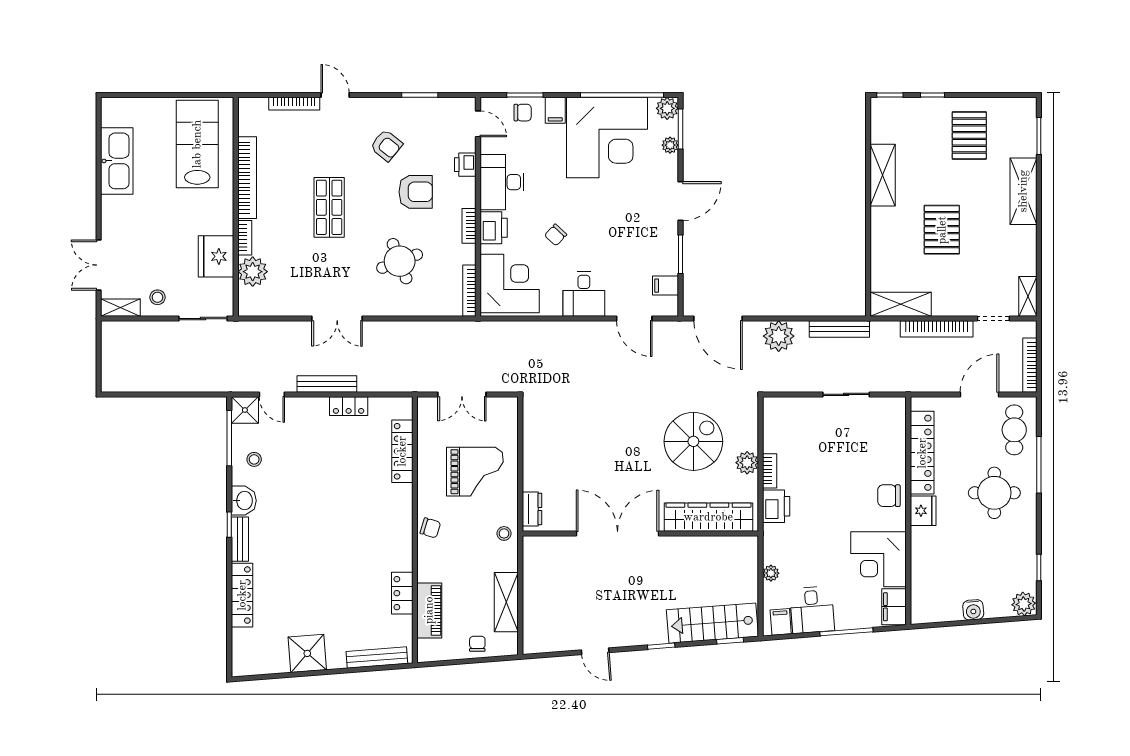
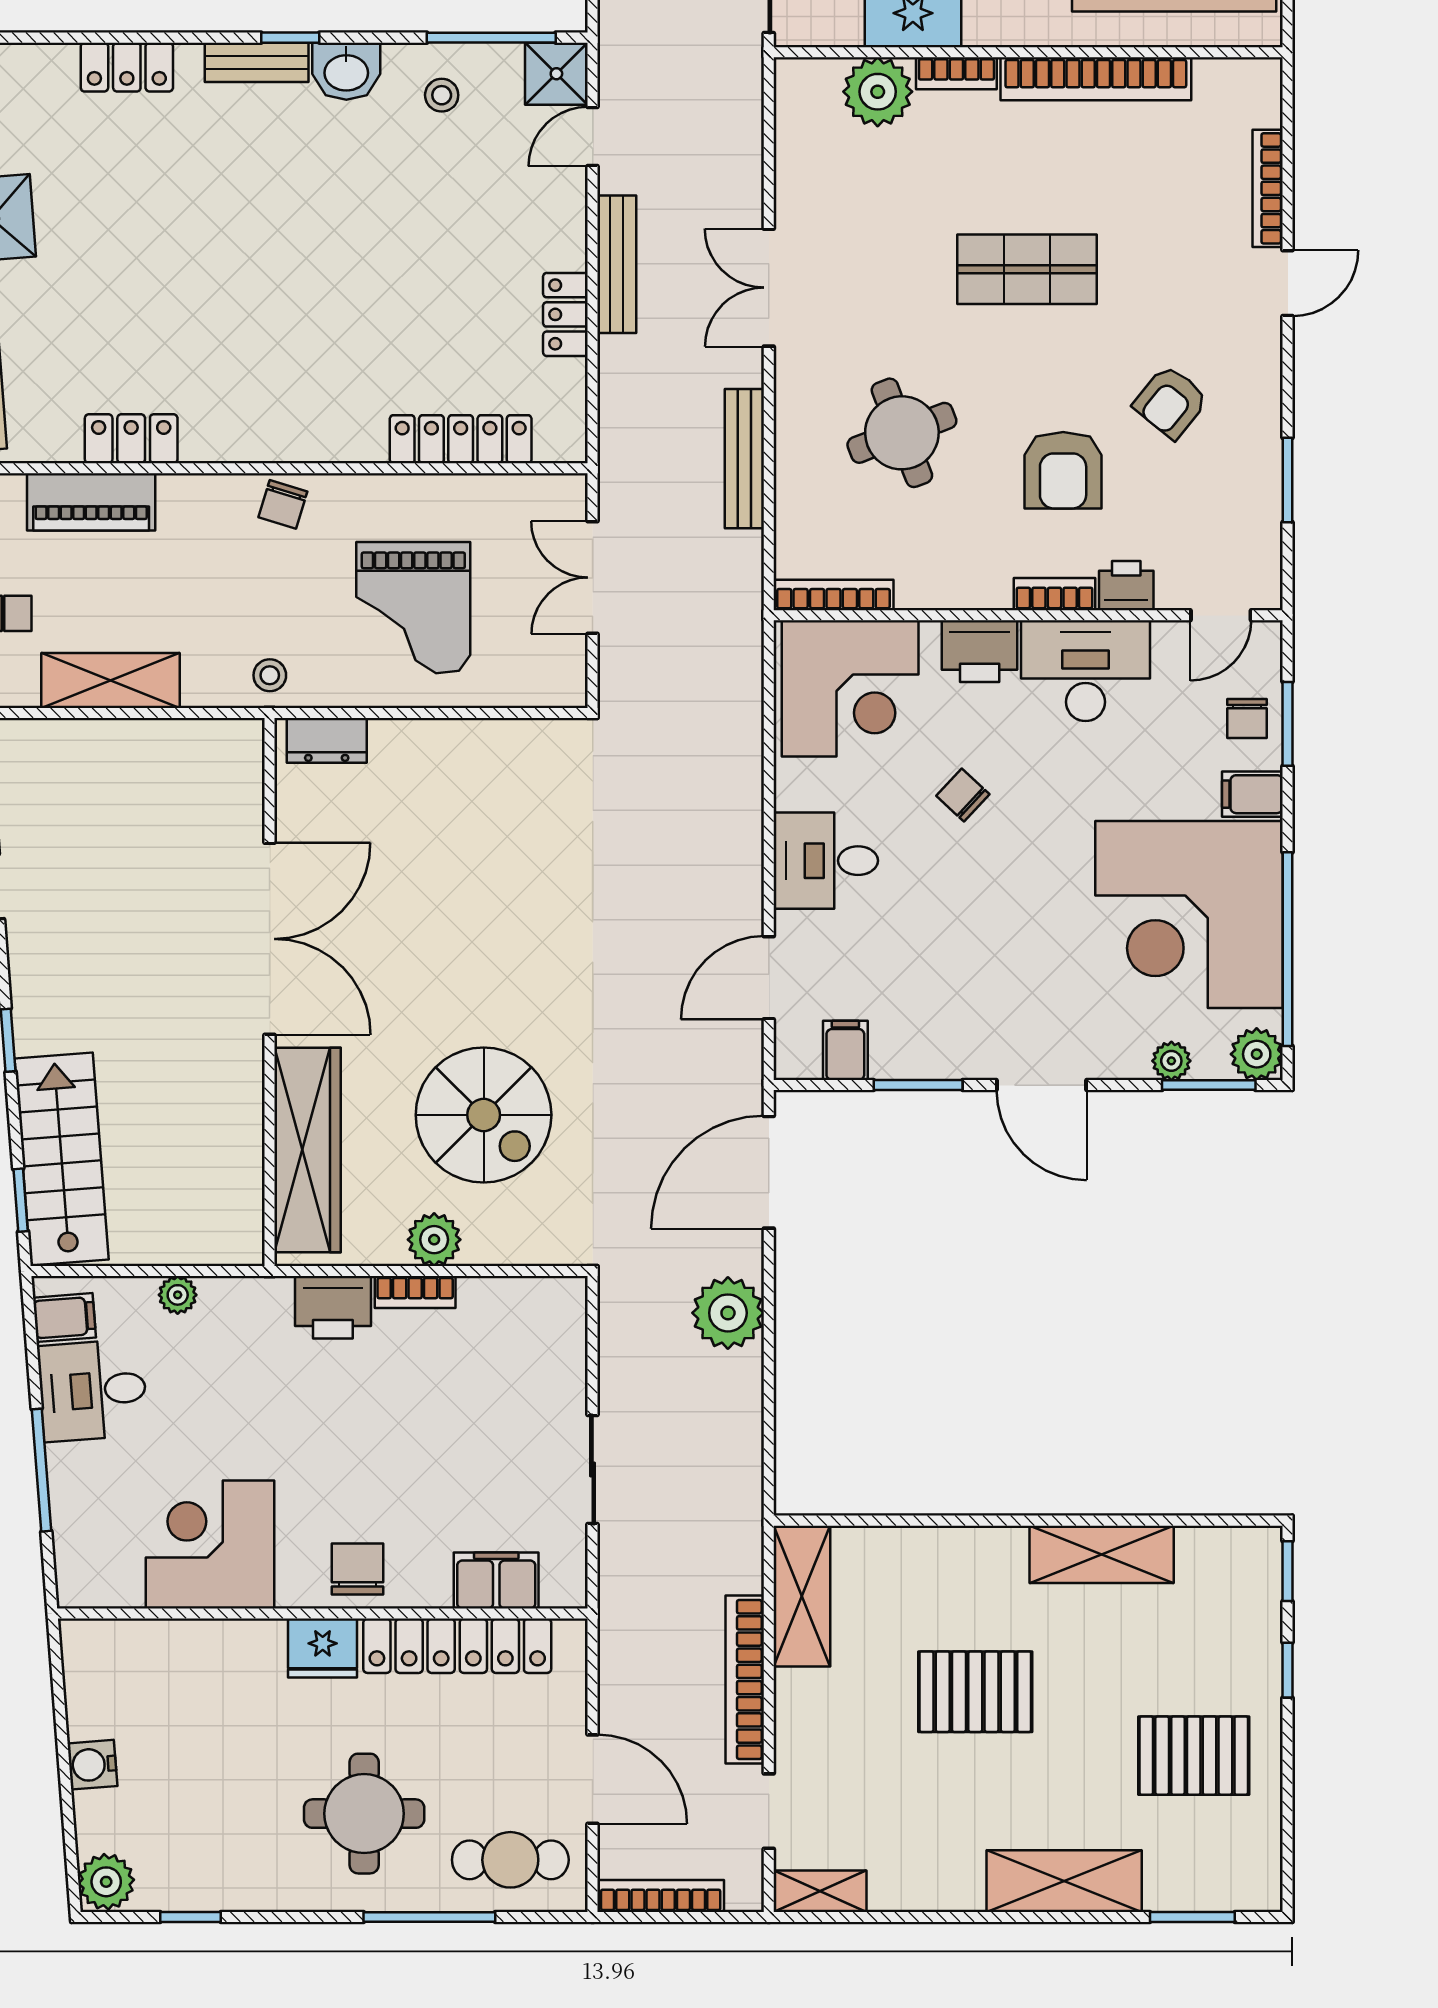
bookcase: (469, 226) -> (1055, 594), moved
bench: (839, 329) -> (744, 459), moved
locker: (242, 595) -> (127, 67), width x0.66
filing cabinet: (894, 607) -> (496, 1581), moved

